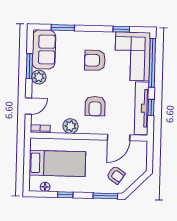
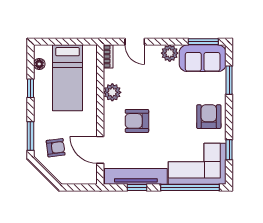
armchair: (95, 60) -> (209, 117), moved
window: (29, 66) -> (203, 42), moved
armchair: (116, 175) -> (56, 148), turned -131

